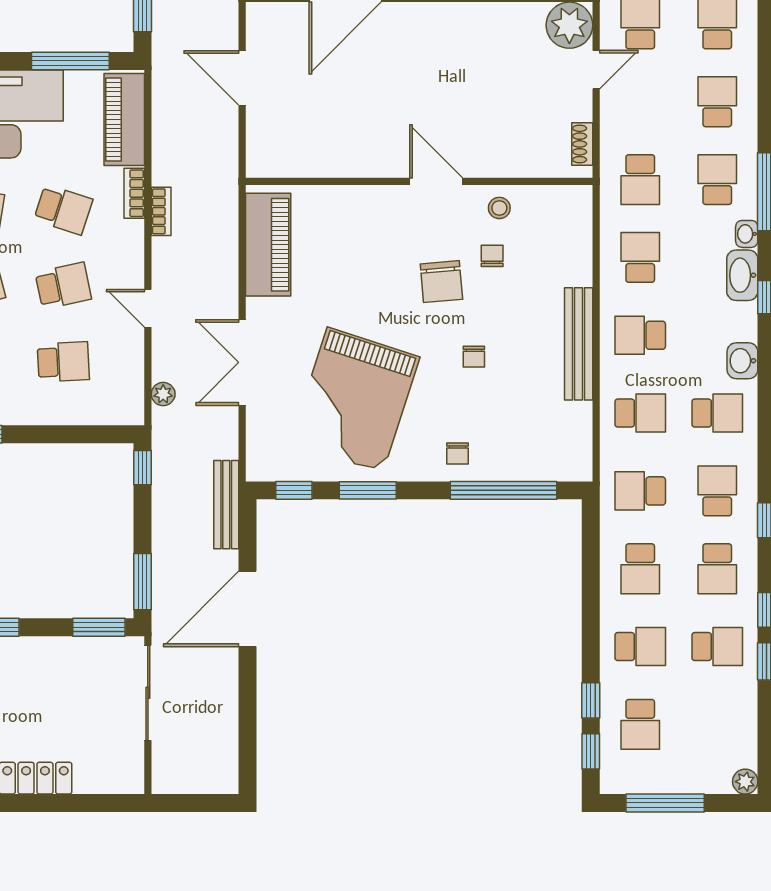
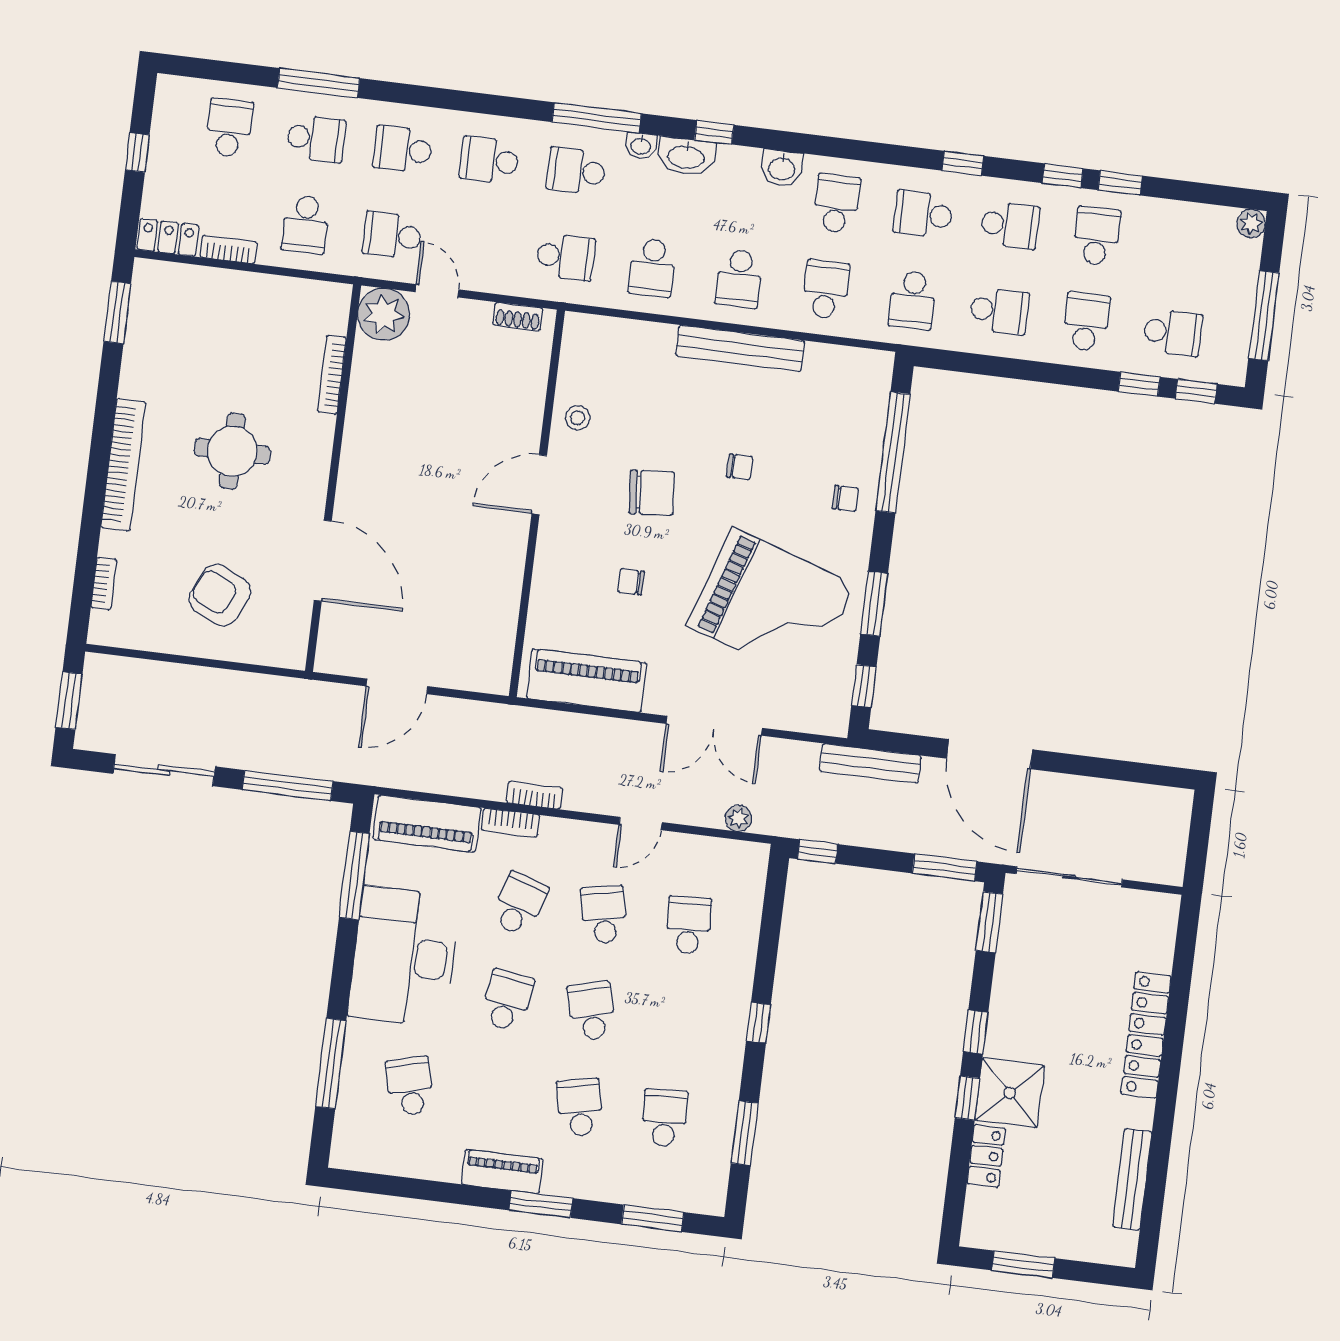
chair: (492, 256) -> (631, 582), moved
school desk: (640, 257) -> (652, 268), turned -90

